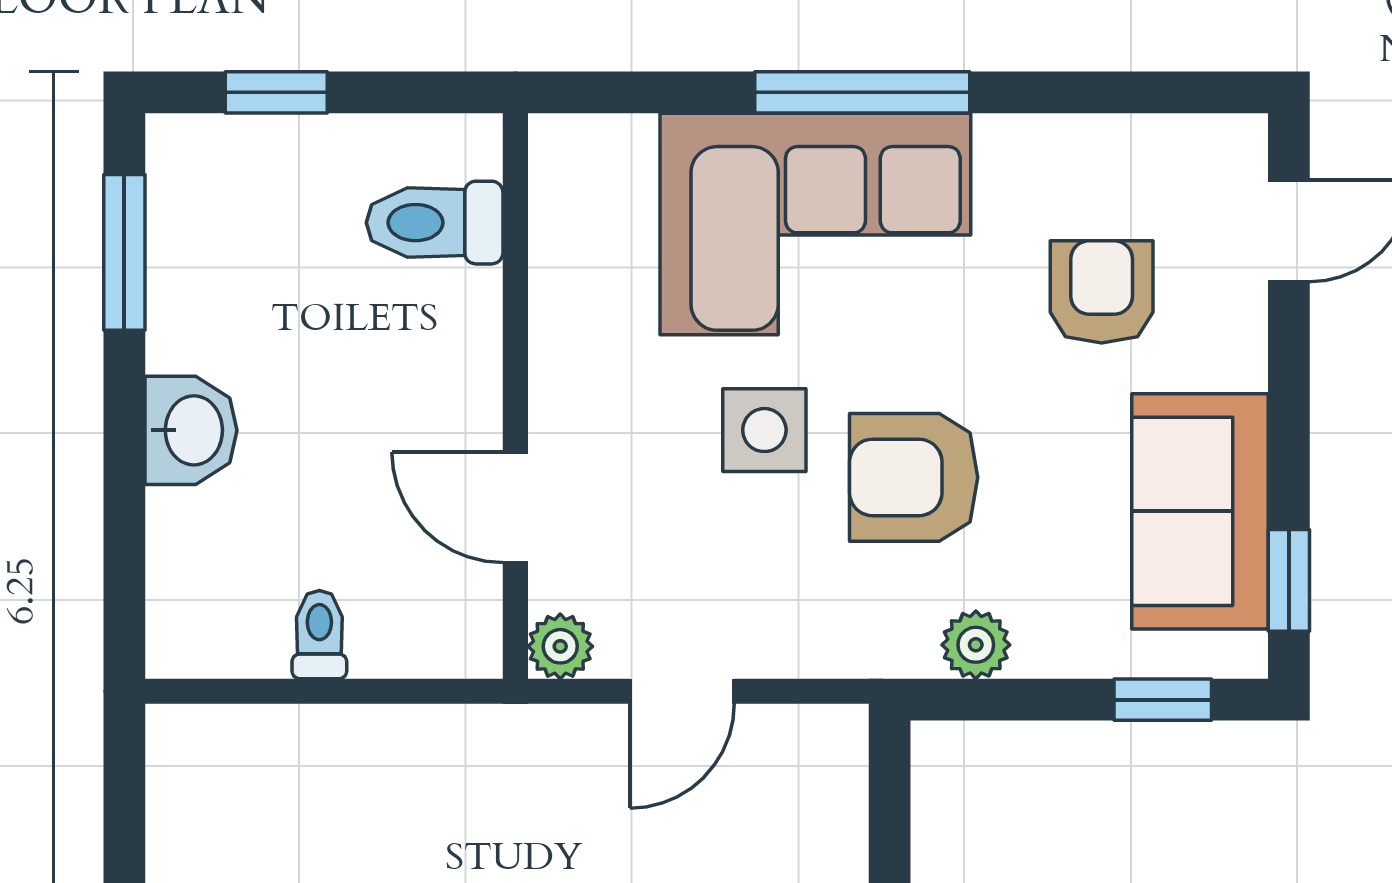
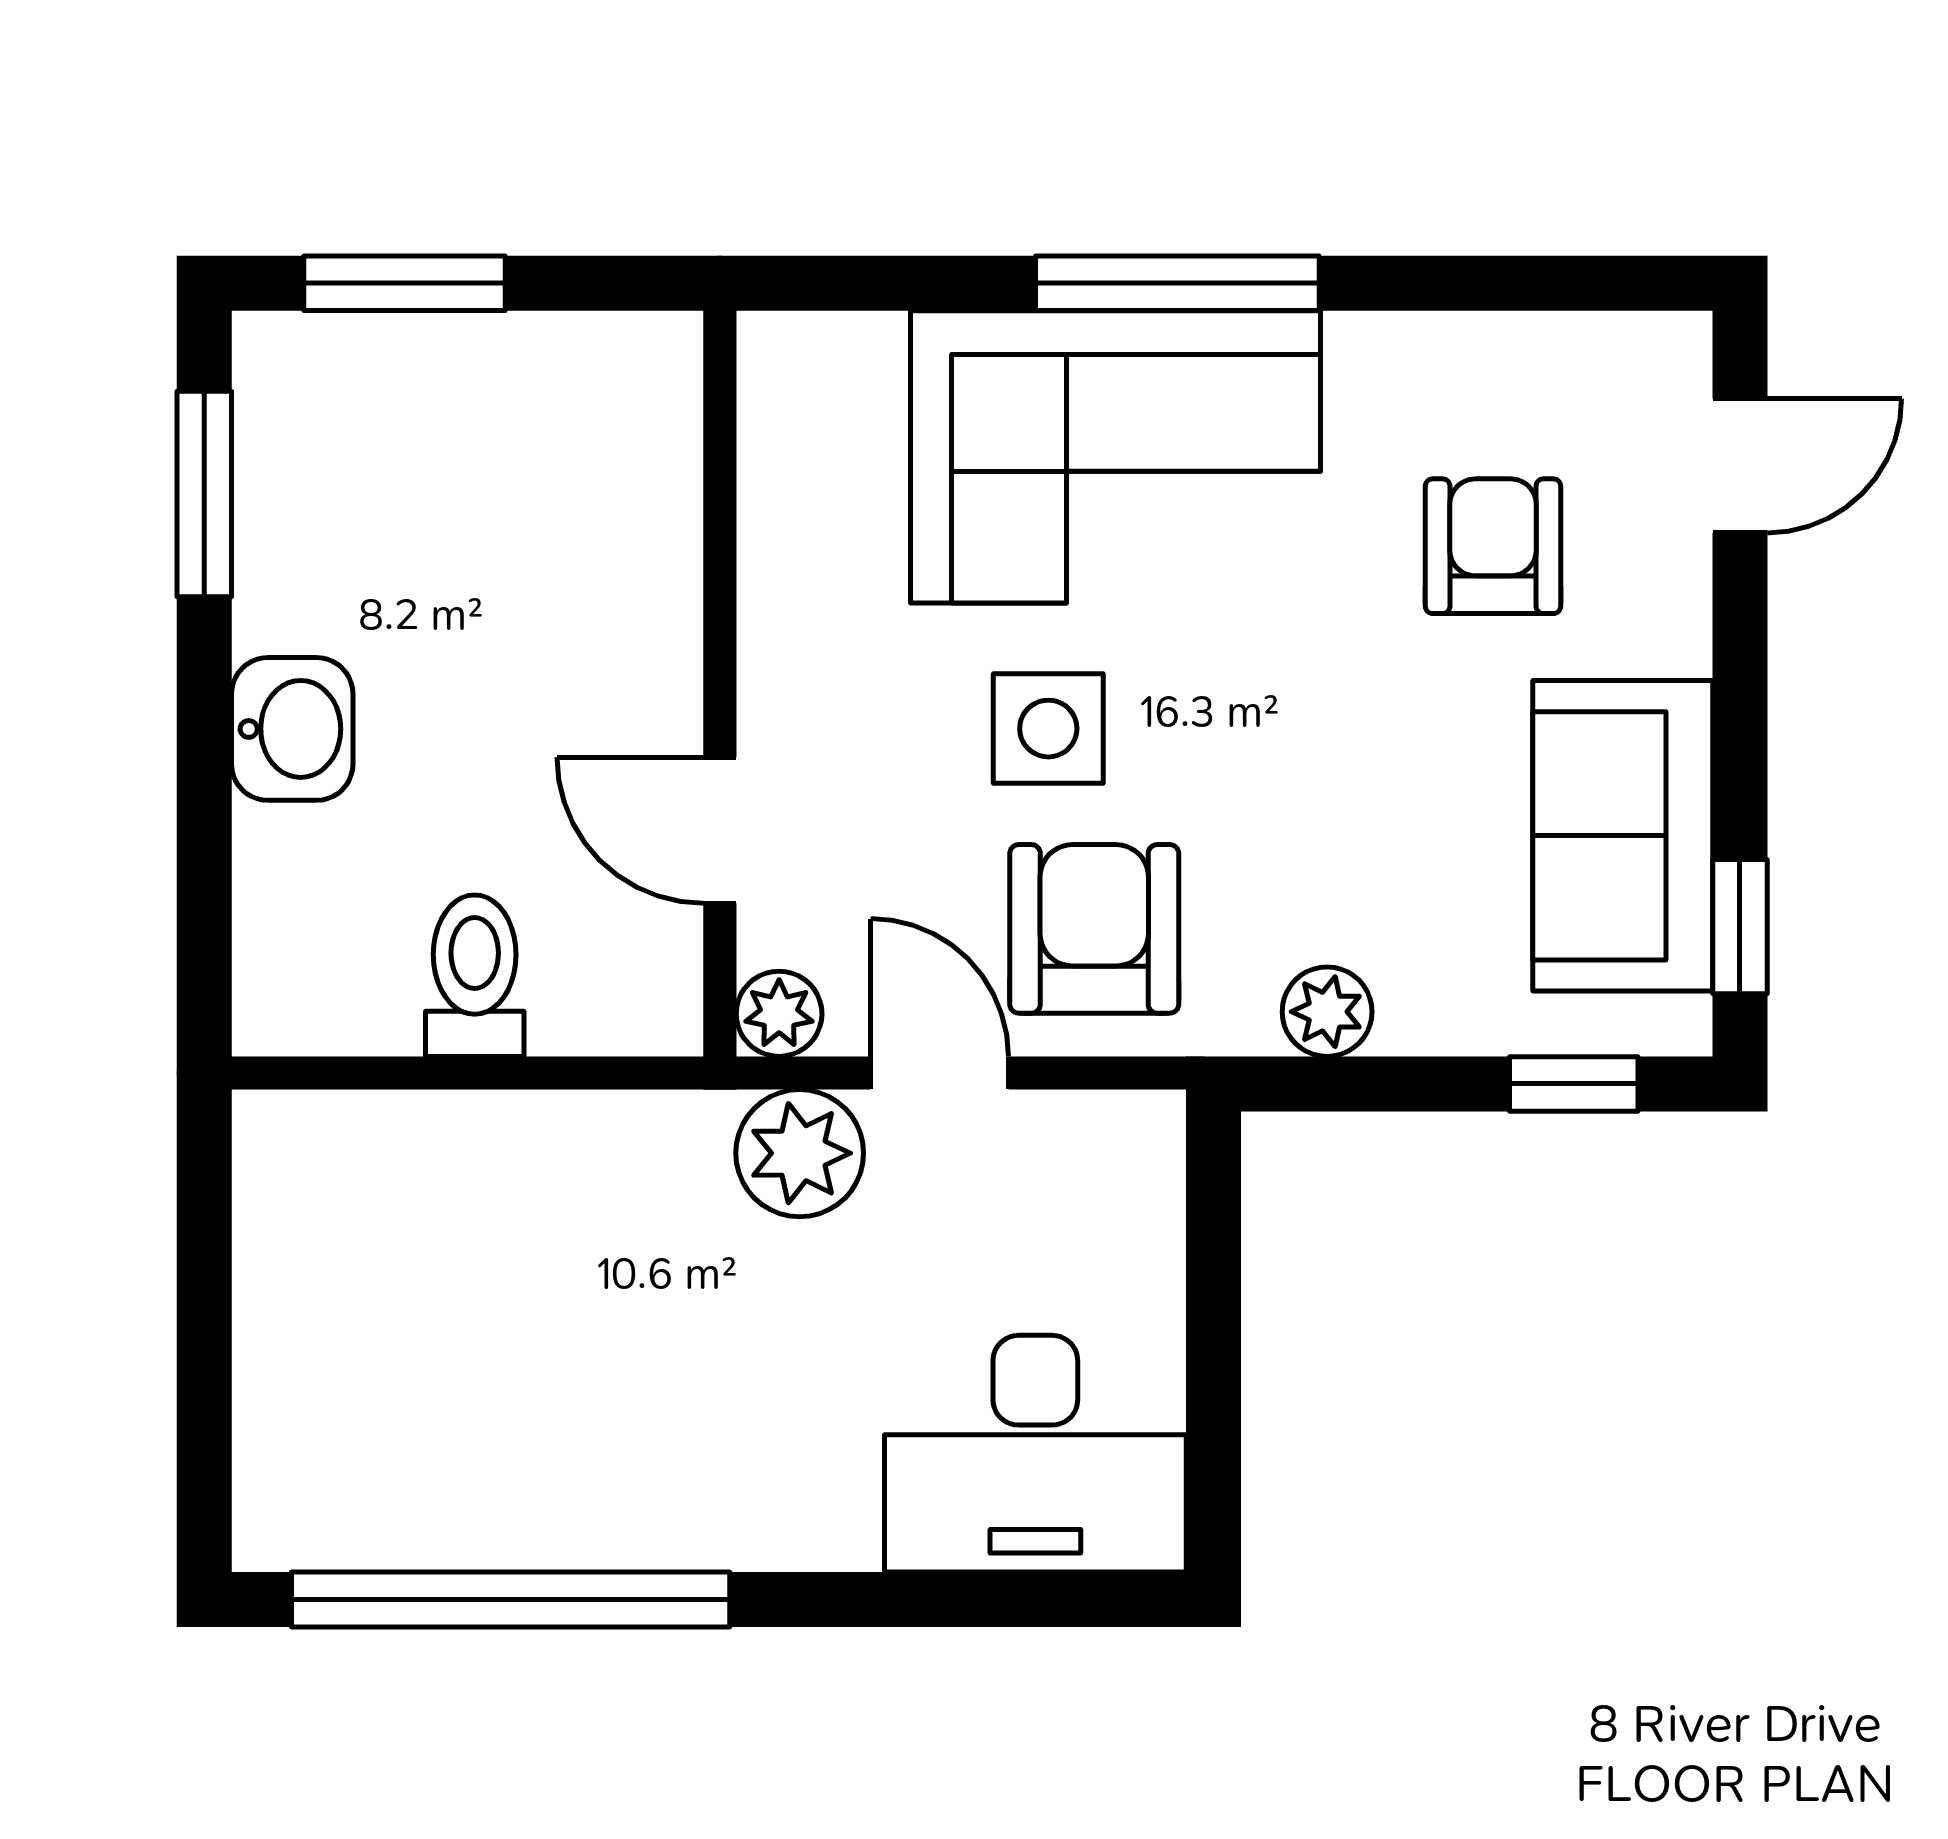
window: (276, 92) -> (404, 283), width x1.50
toilet: (435, 223) -> (613, 455), removed
armchair: (914, 477) -> (1094, 929), moved, turned 90
toilet: (319, 635) -> (475, 976), width x1.37, depth x1.39
door: (682, 691) -> (940, 1073), swing flipped
plant: (576, 752) -> (800, 1153), added

